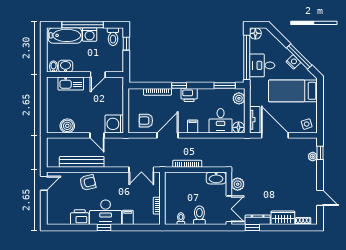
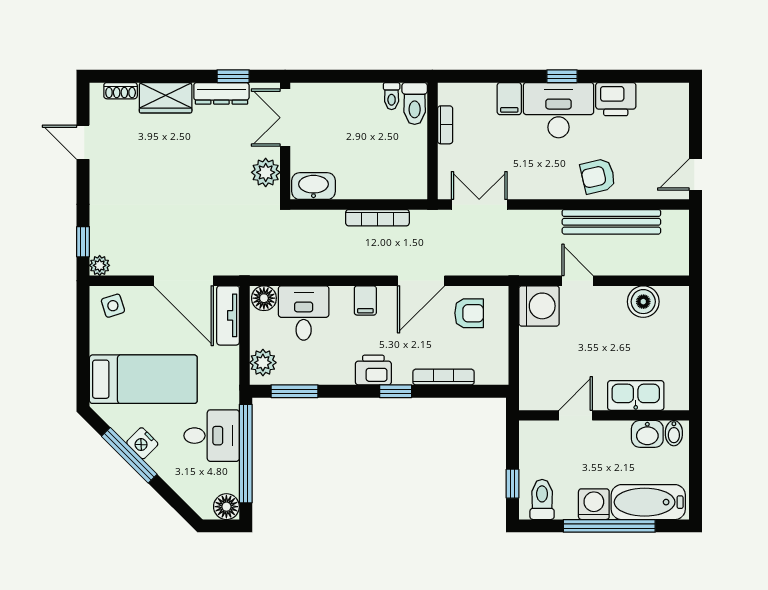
plant: (313, 157) -> (100, 265), moved
toilet: (199, 215) -> (415, 104), moved

